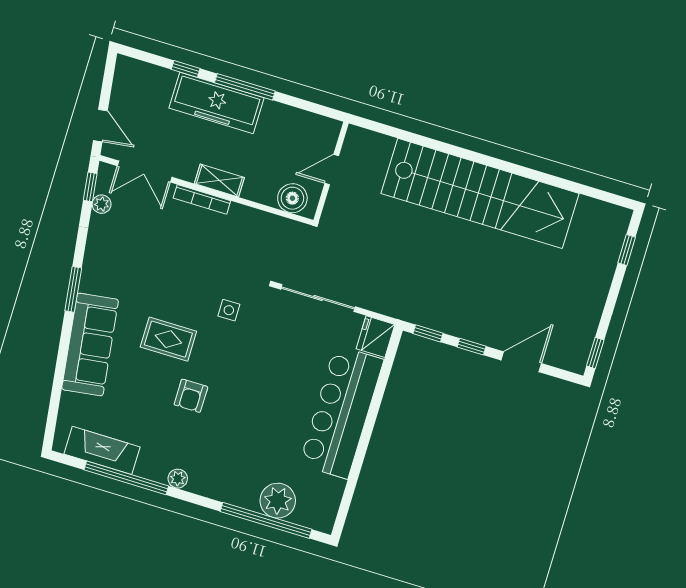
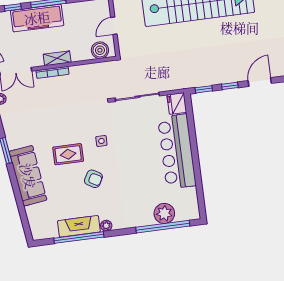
side table: (229, 310) -> (101, 141), moved
armchair: (191, 396) -> (93, 179), turned -61
fireplace: (102, 450) -> (79, 226), moved

